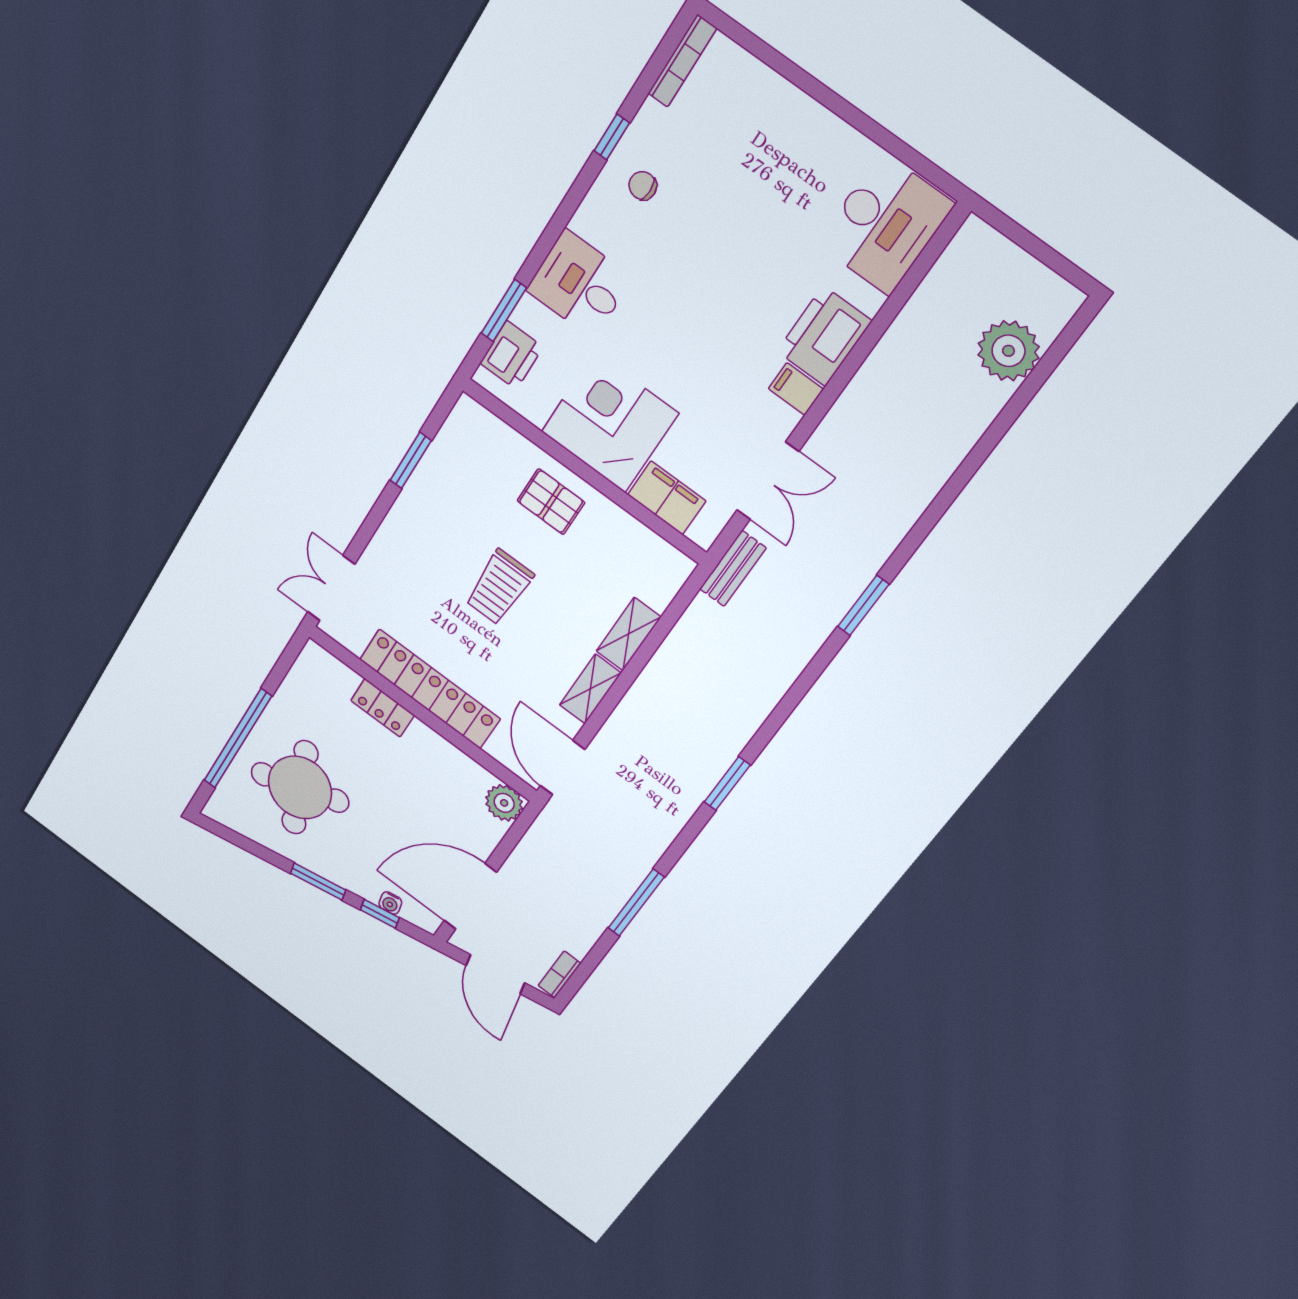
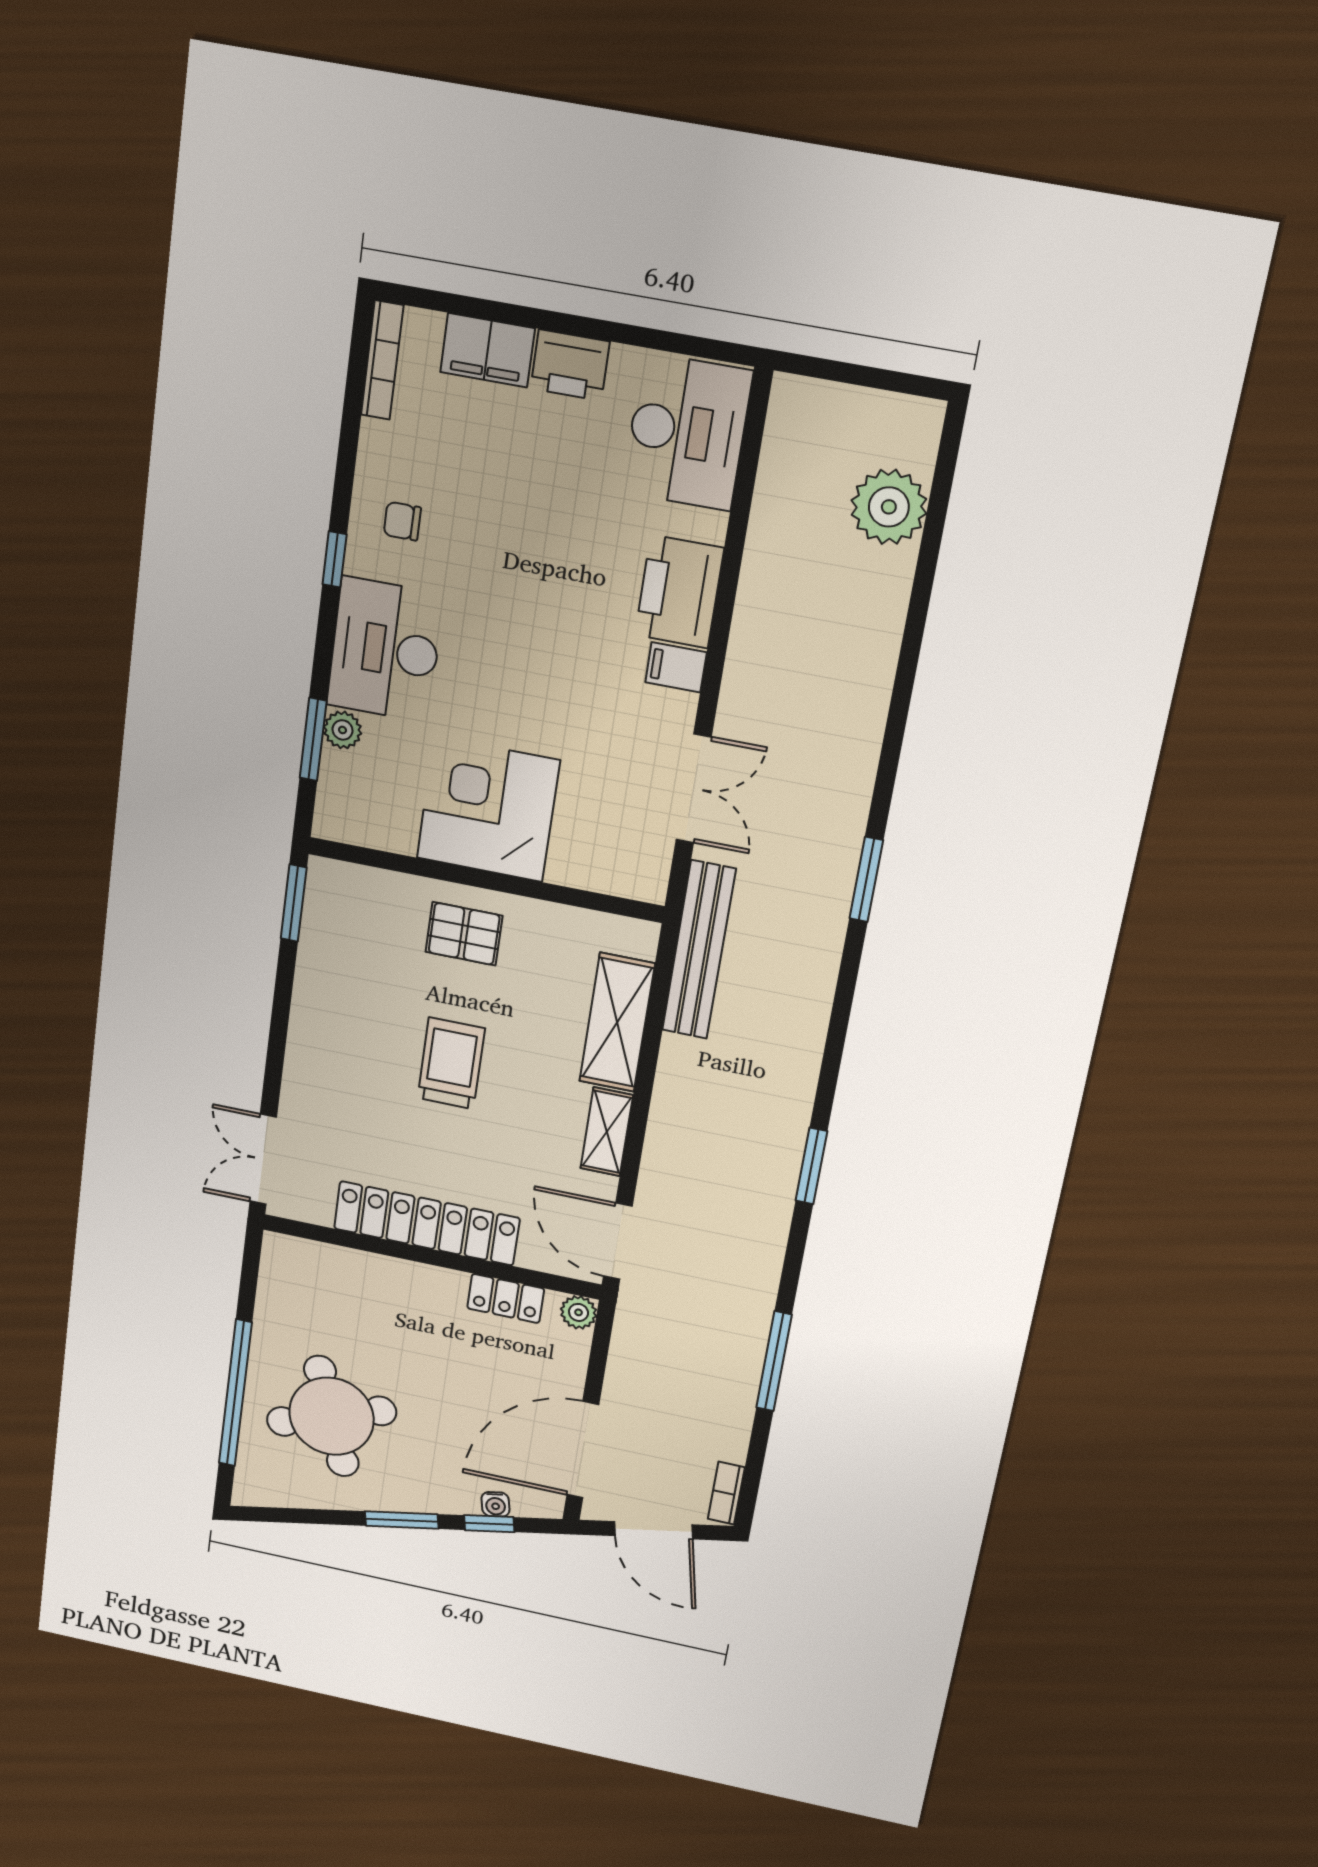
window: (612, 137) -> (335, 559), moved
desk: (579, 284) -> (385, 650), width x1.37
plant: (529, 314) -> (343, 730), added
printer: (512, 355) -> (570, 365), moved, turned 90
window: (411, 460) -> (294, 903), moved
filing cabinet: (667, 498) -> (487, 350), moved, turned 180
bench: (733, 568) -> (699, 950), width x1.86, depth x1.21
trolley: (499, 587) -> (451, 1063), turned 180
shelving: (628, 634) -> (617, 1022), width x1.50, depth x1.33
locker: (383, 708) -> (506, 1298), moved
plant: (504, 803) -> (579, 1312), width x0.73, depth x0.73

